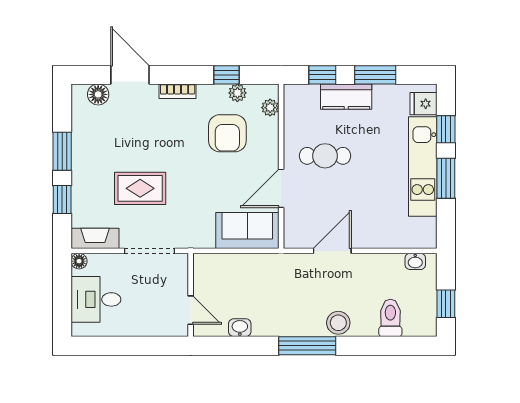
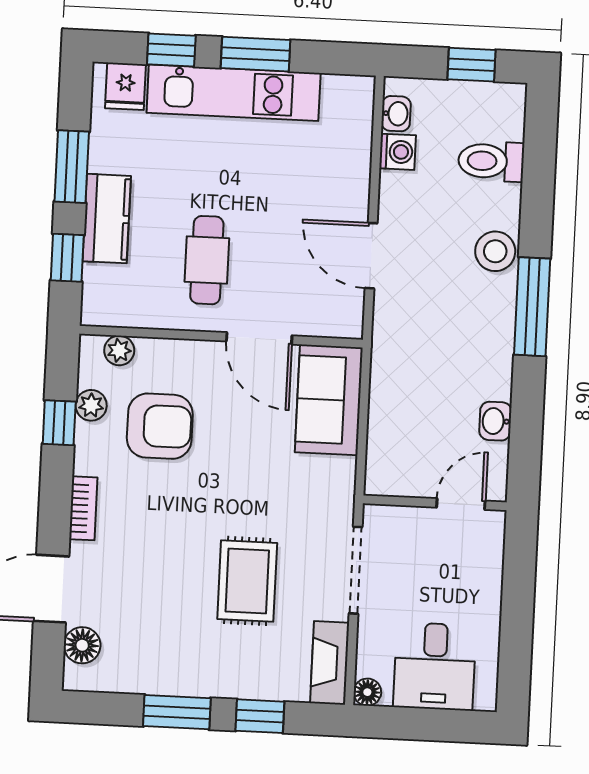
washing machine: (393, 263) -> (397, 152), added

